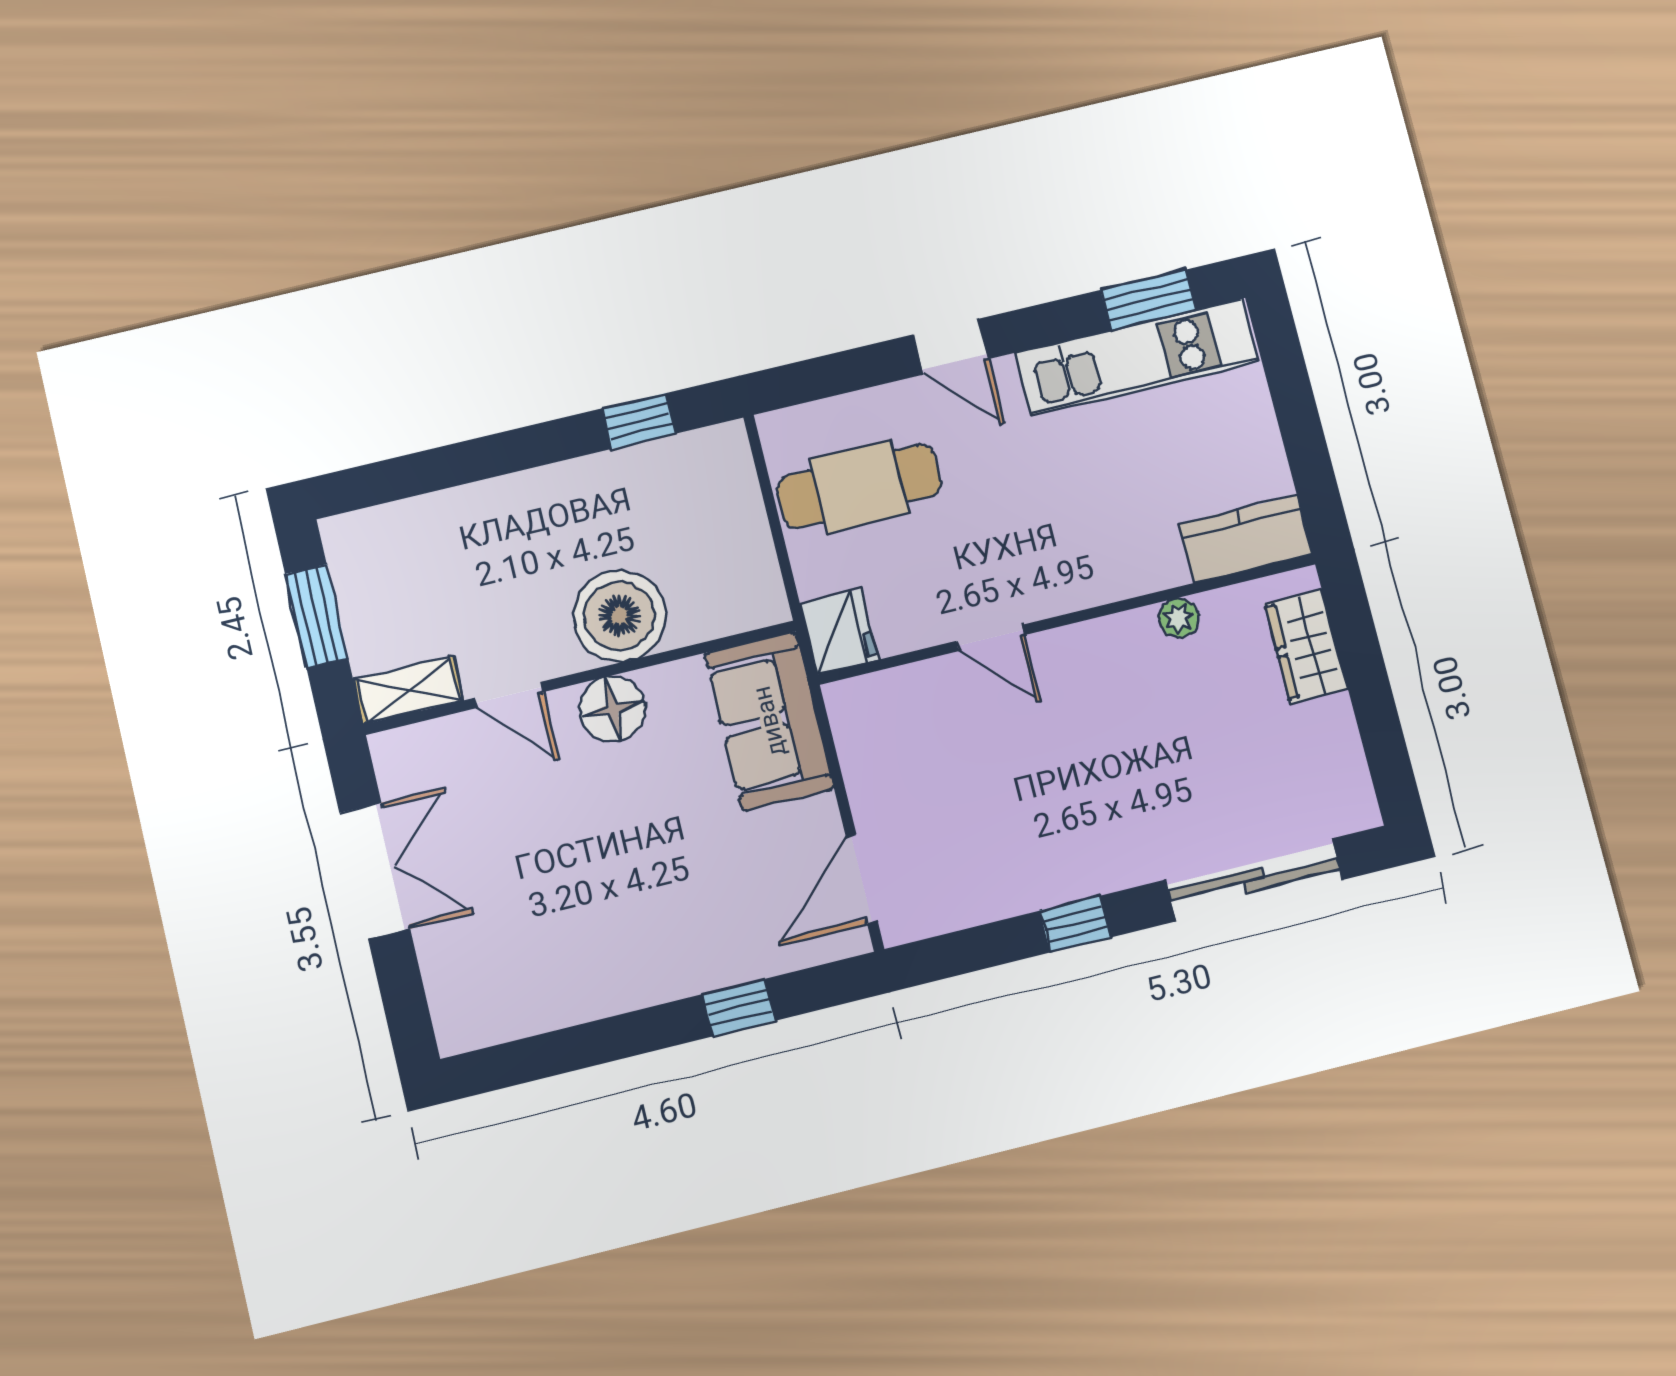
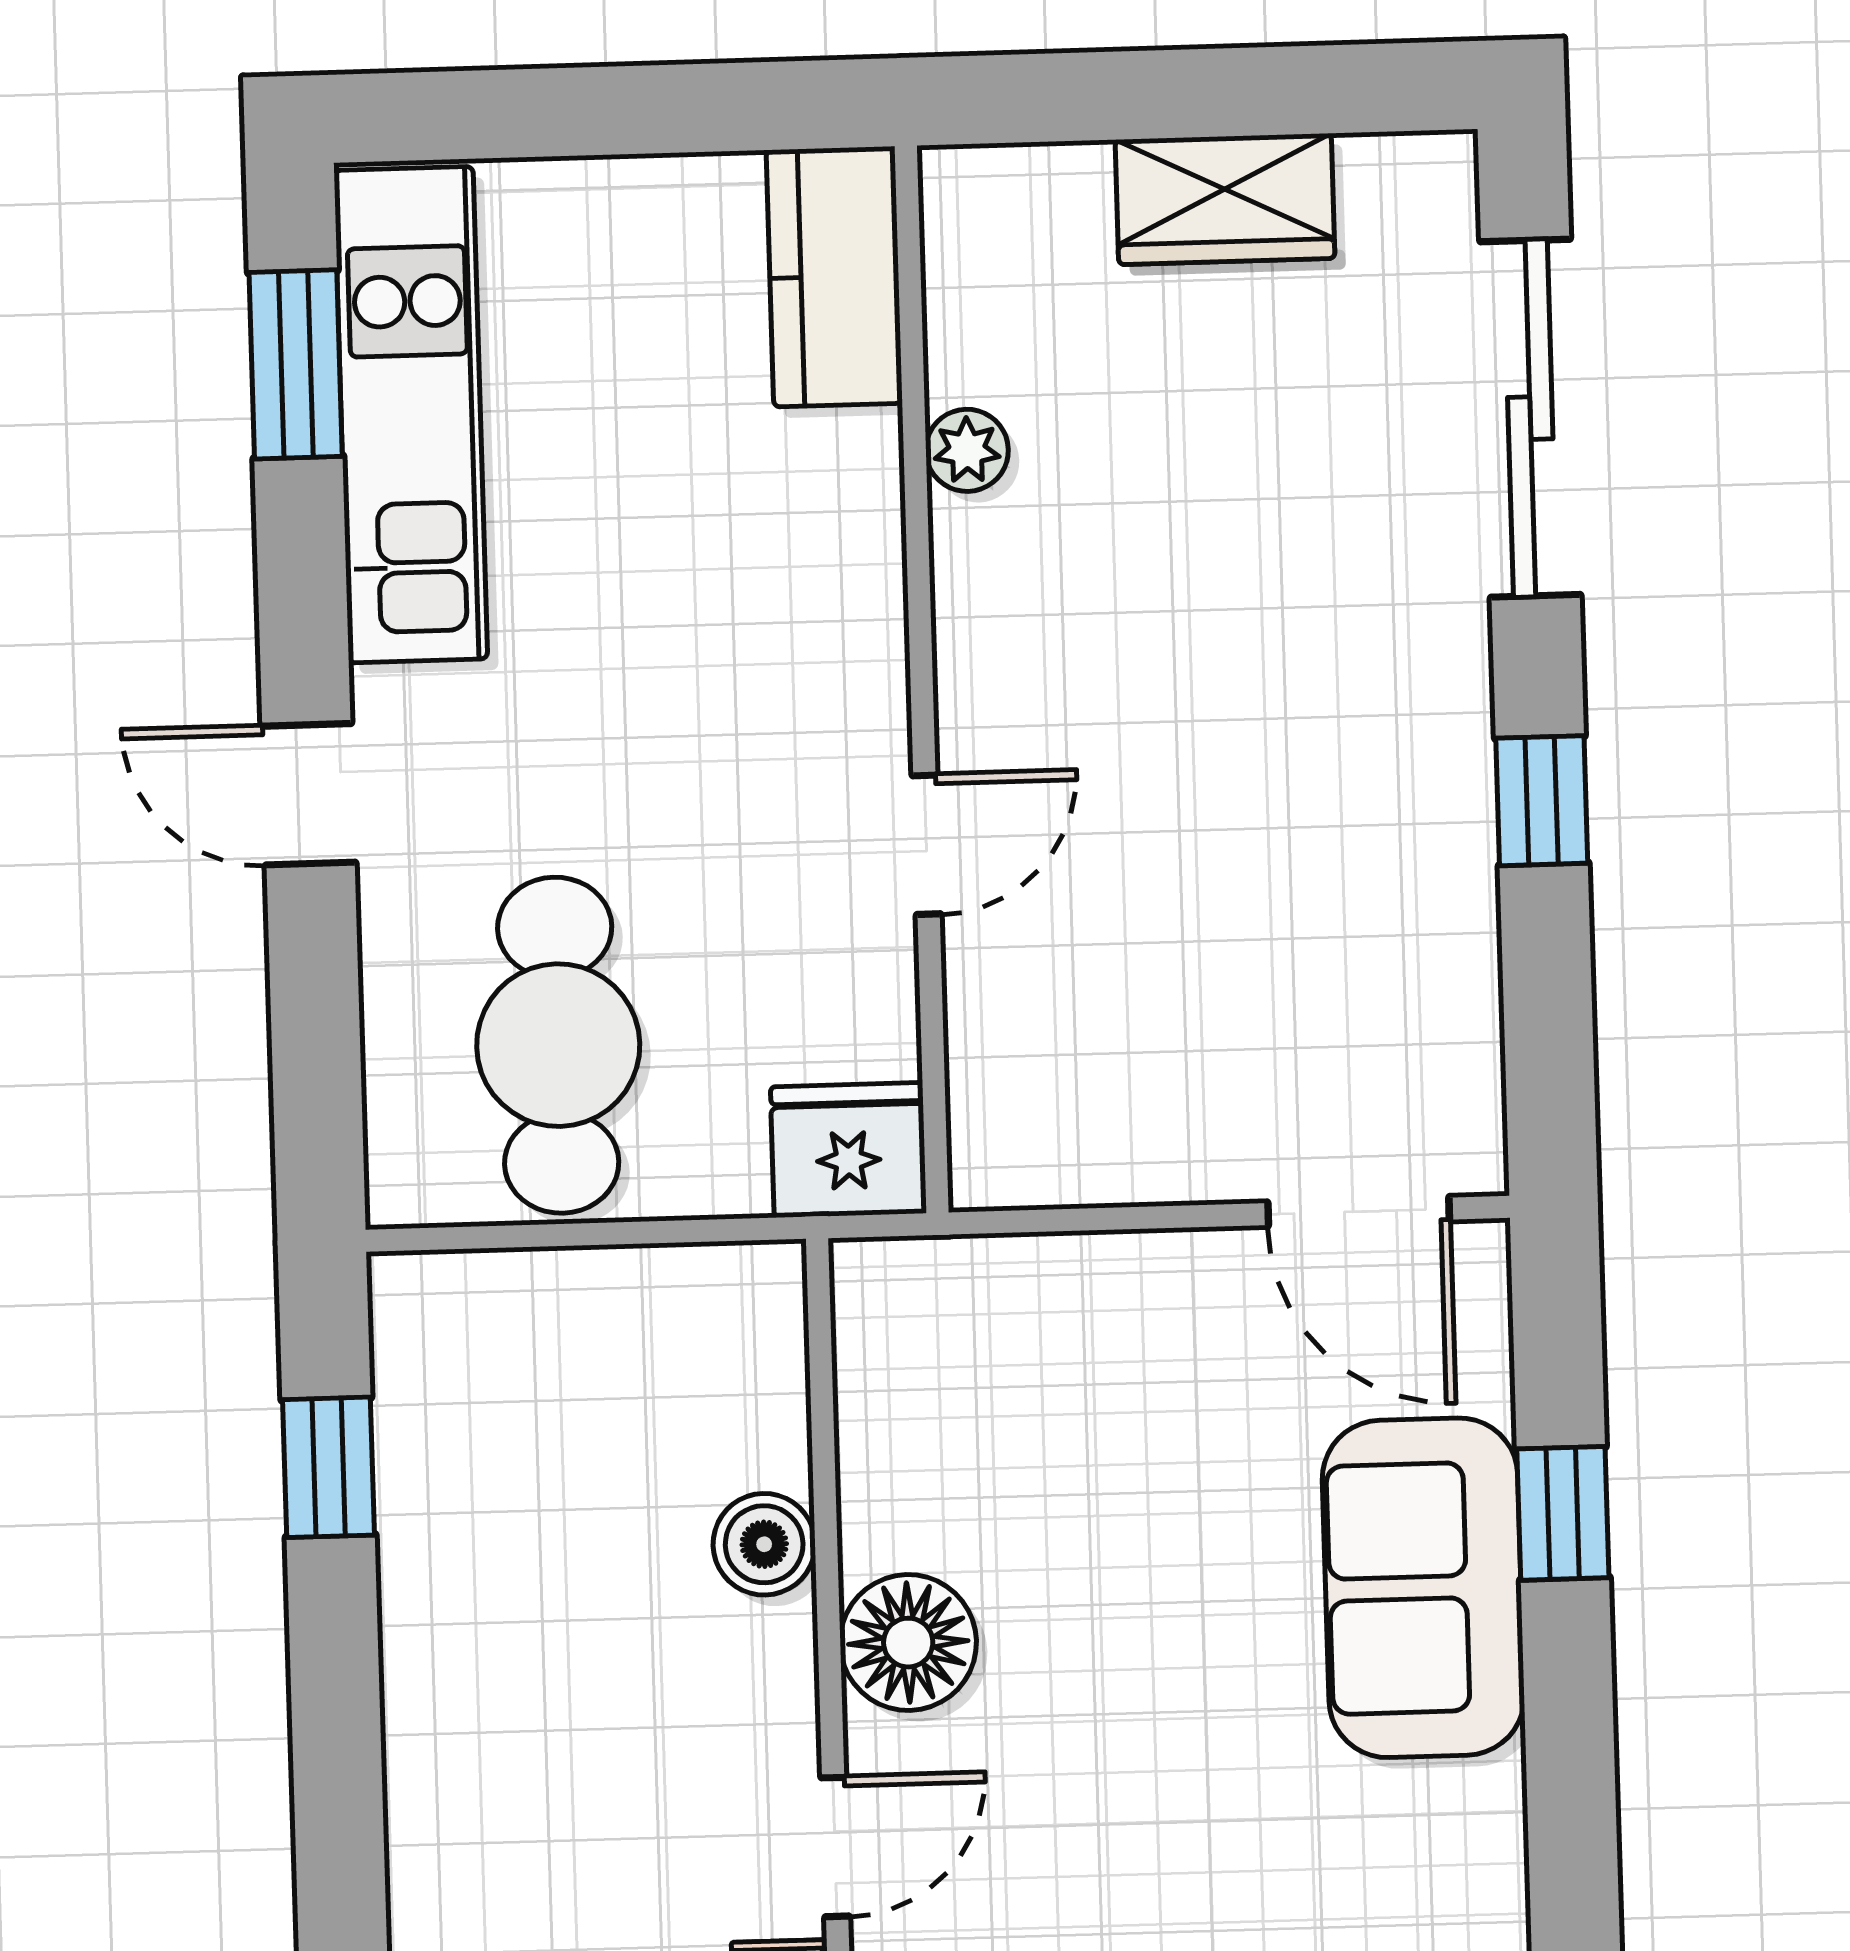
door: (951, 347) -> (308, 794), swing flipped
boiler: (619, 616) -> (764, 1544), width x0.54, depth x0.54
wardrobe: (1306, 646) -> (1225, 199), moved
sofa: (769, 721) -> (1423, 1588), moved, turned 90

